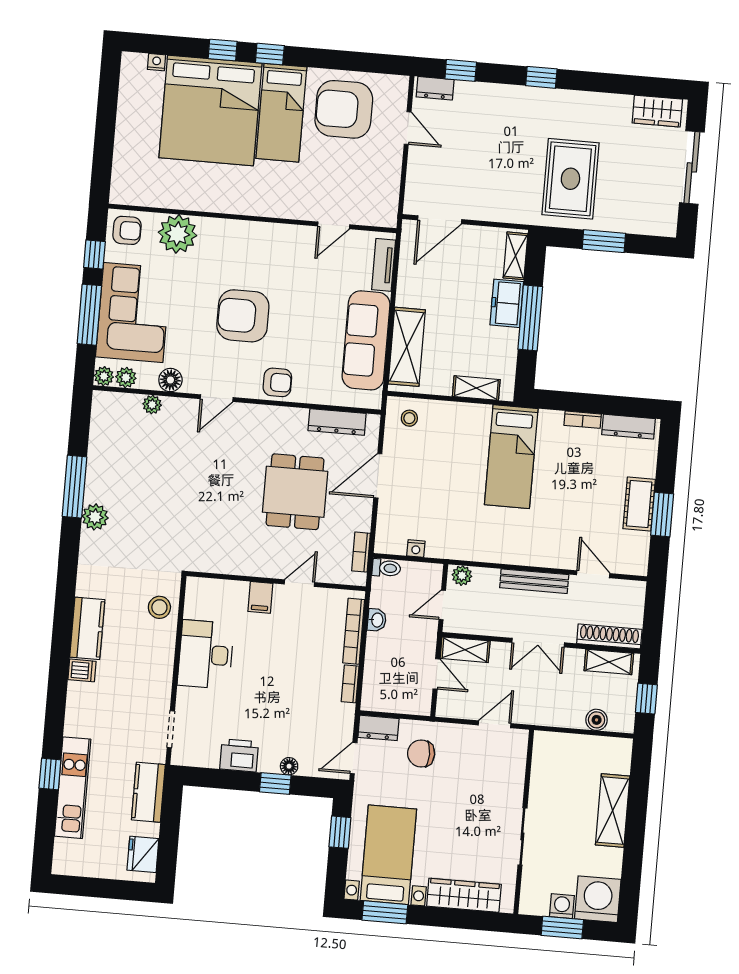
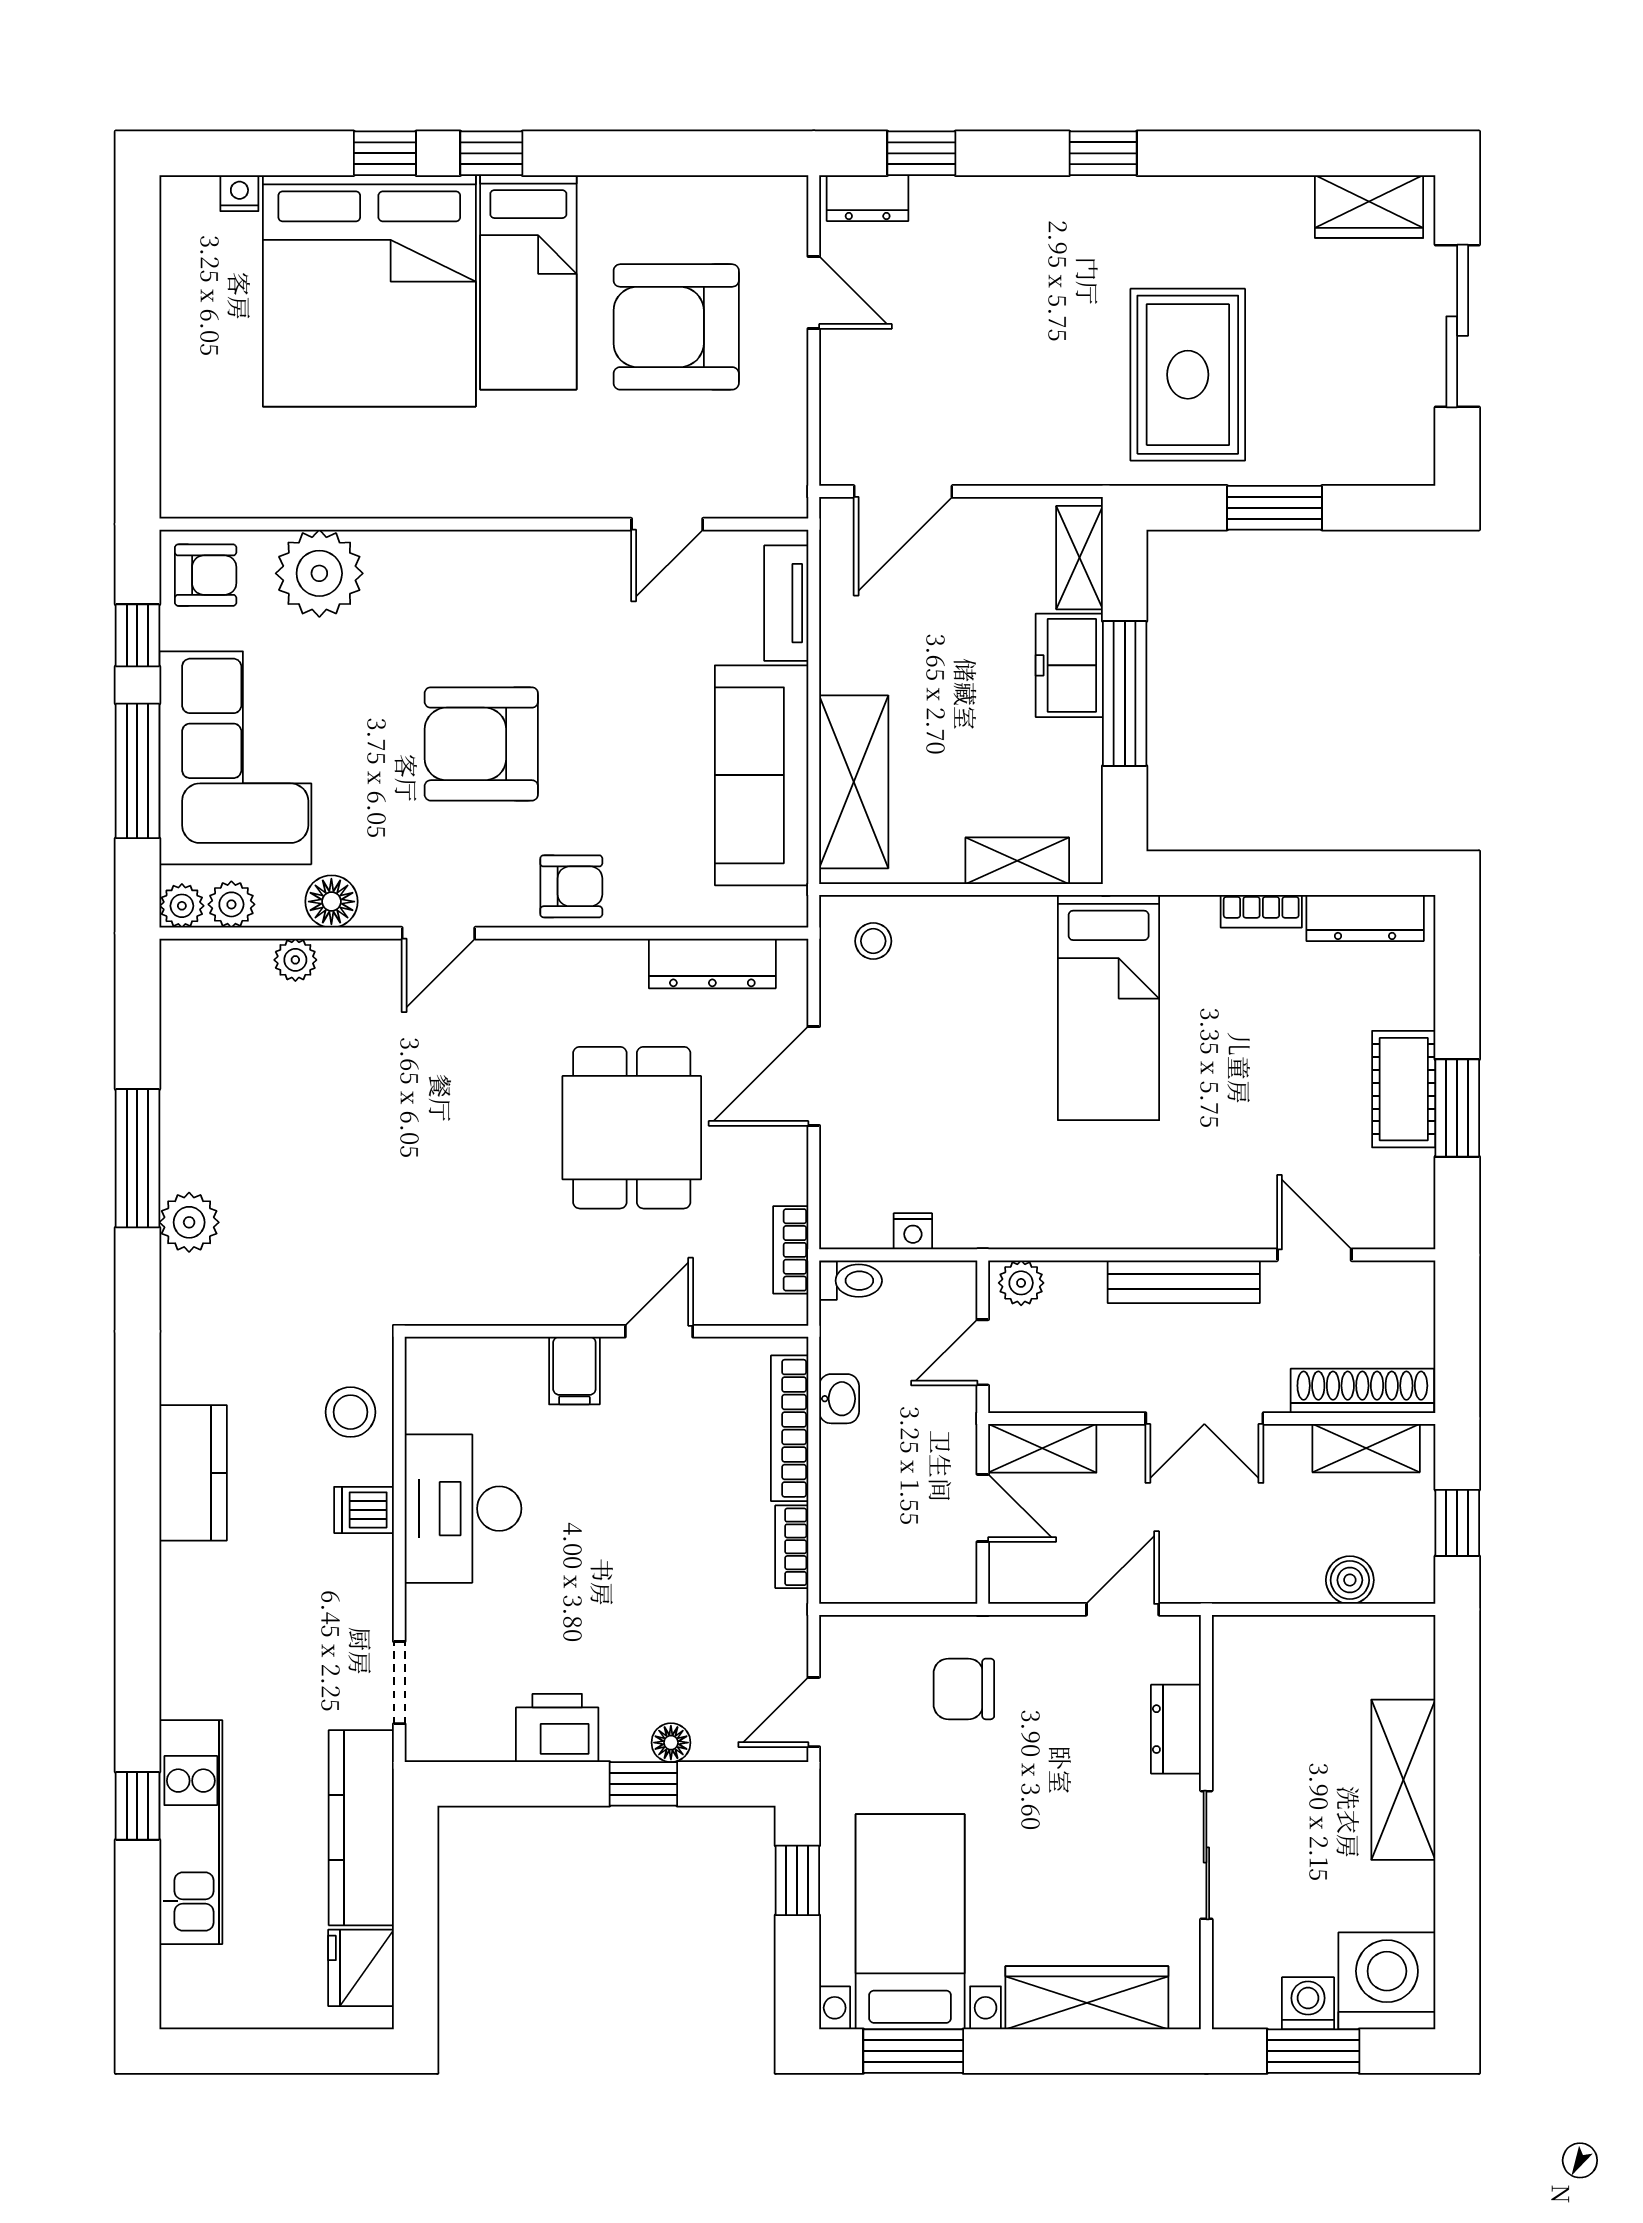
armchair: (344, 109) -> (676, 327), moved
dishwasher: (82, 670) -> (364, 1510), moved, turned 180
dresser: (378, 728) -> (1176, 1729), moved, turned 90
kitchen counter: (148, 792) -> (361, 1828), width x1.50

